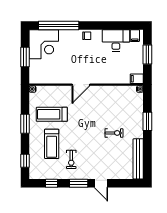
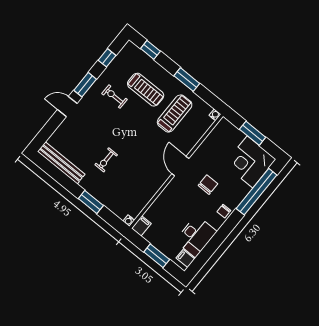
chair: (78, 59) -> (208, 185), added
treadmill: (52, 144) -> (146, 90), turned 180

